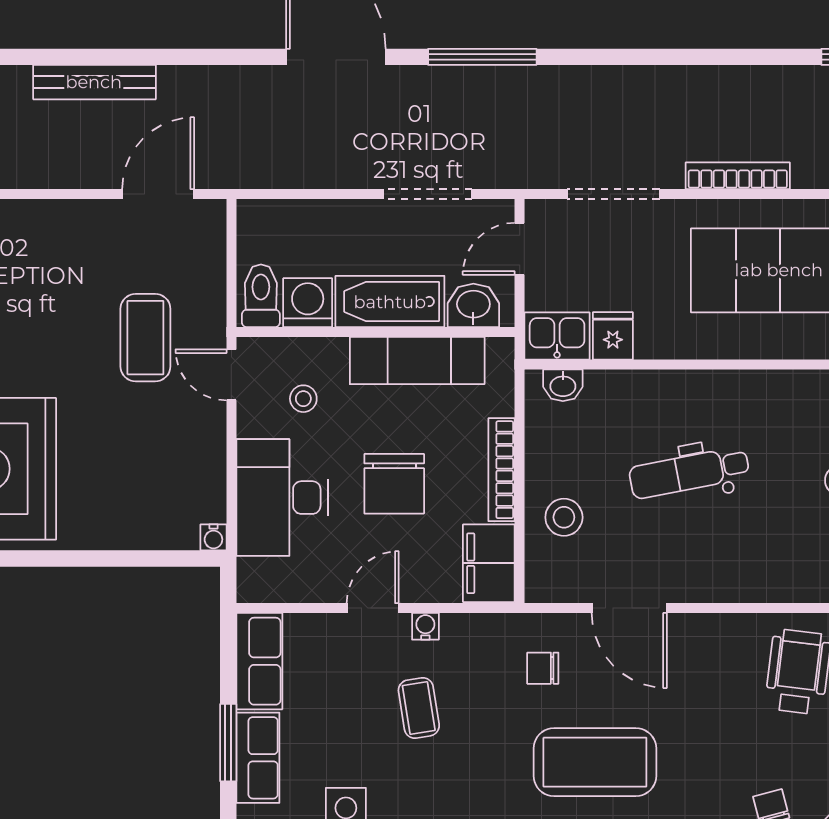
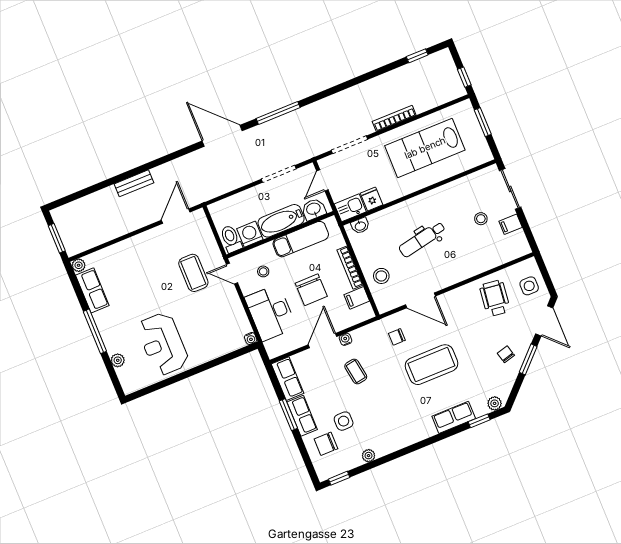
bench: (94, 82) -> (134, 183), width x0.73
filing cabinet: (489, 563) -> (357, 298), width x0.50
door: (373, 608) -> (323, 341), width x1.38

